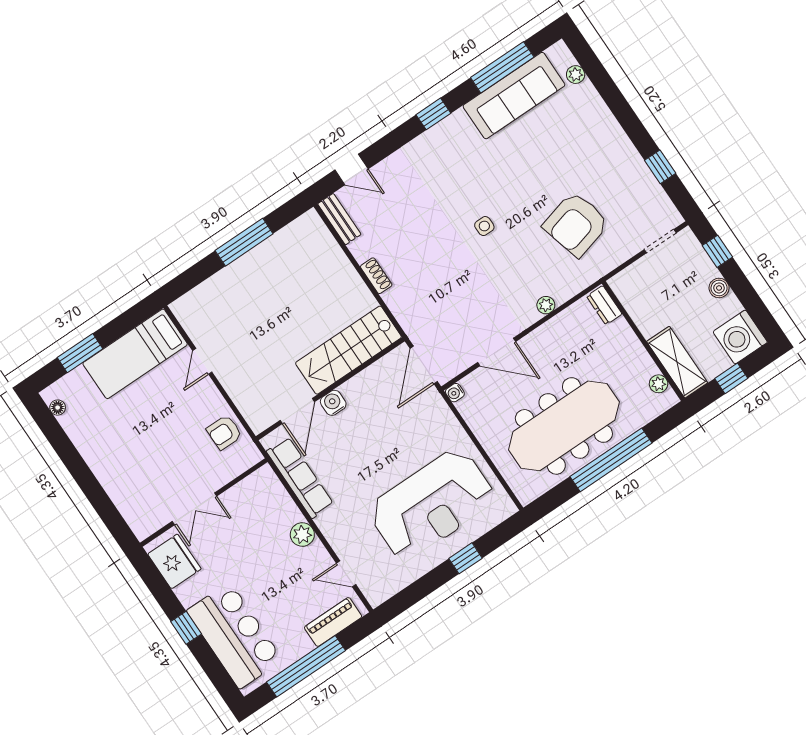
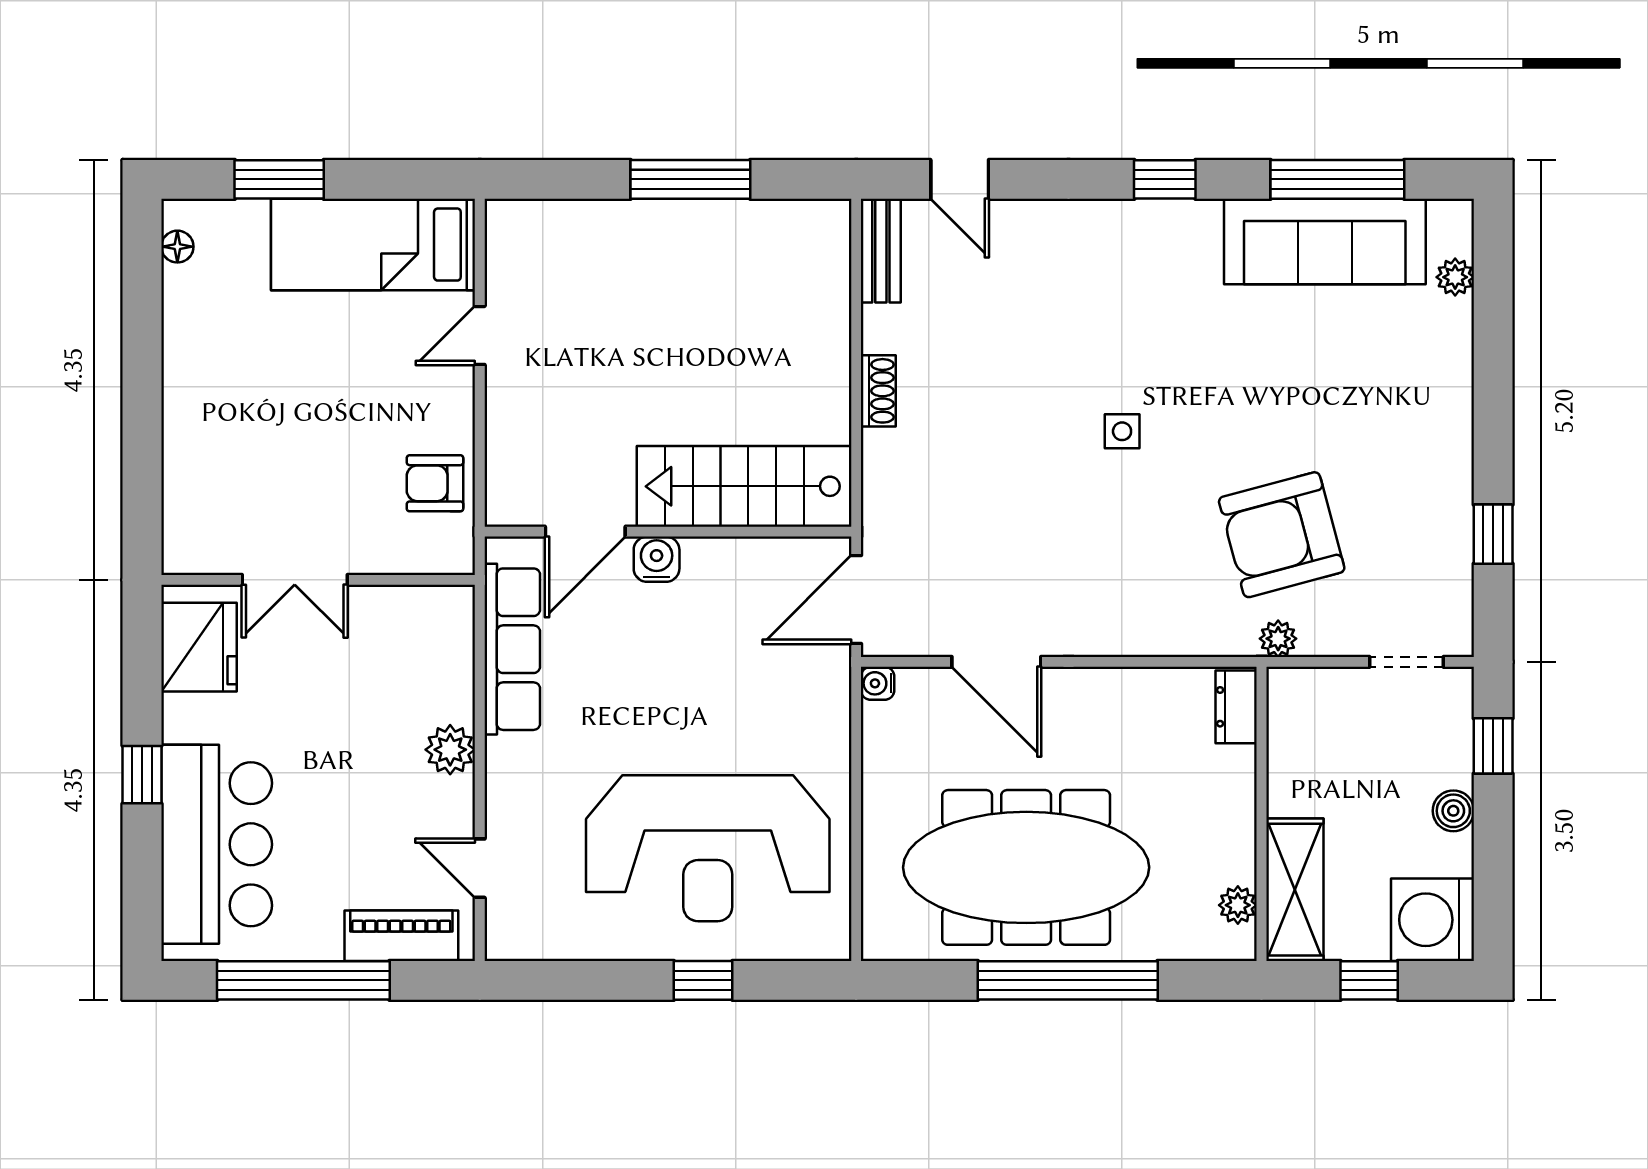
plant: (546, 305) -> (1278, 639), moved

